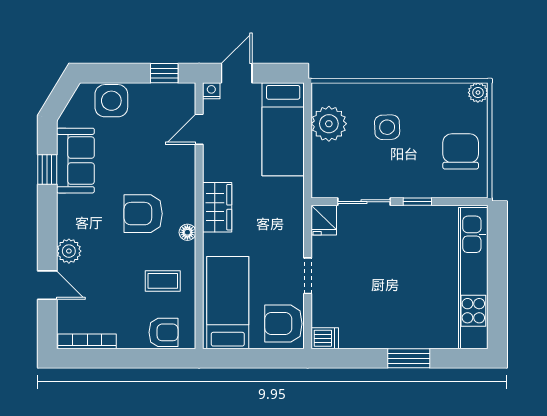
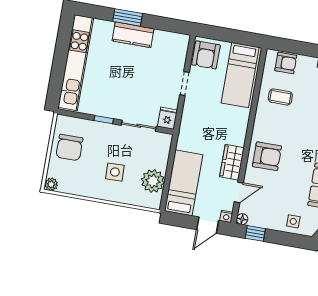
side table: (111, 101) -> (293, 221), width x0.54, depth x0.54
wardrobe: (217, 207) -> (232, 162), moved
armchair: (143, 214) -> (267, 156), moved
floor lamp: (187, 232) -> (242, 219), moved
armchair: (283, 324) -> (206, 55), turned 90
armchair: (164, 332) -> (286, 63), turned 180
kitchen counter: (396, 334) -> (133, 35), added
dishwasher: (325, 338) -> (180, 40), removed

